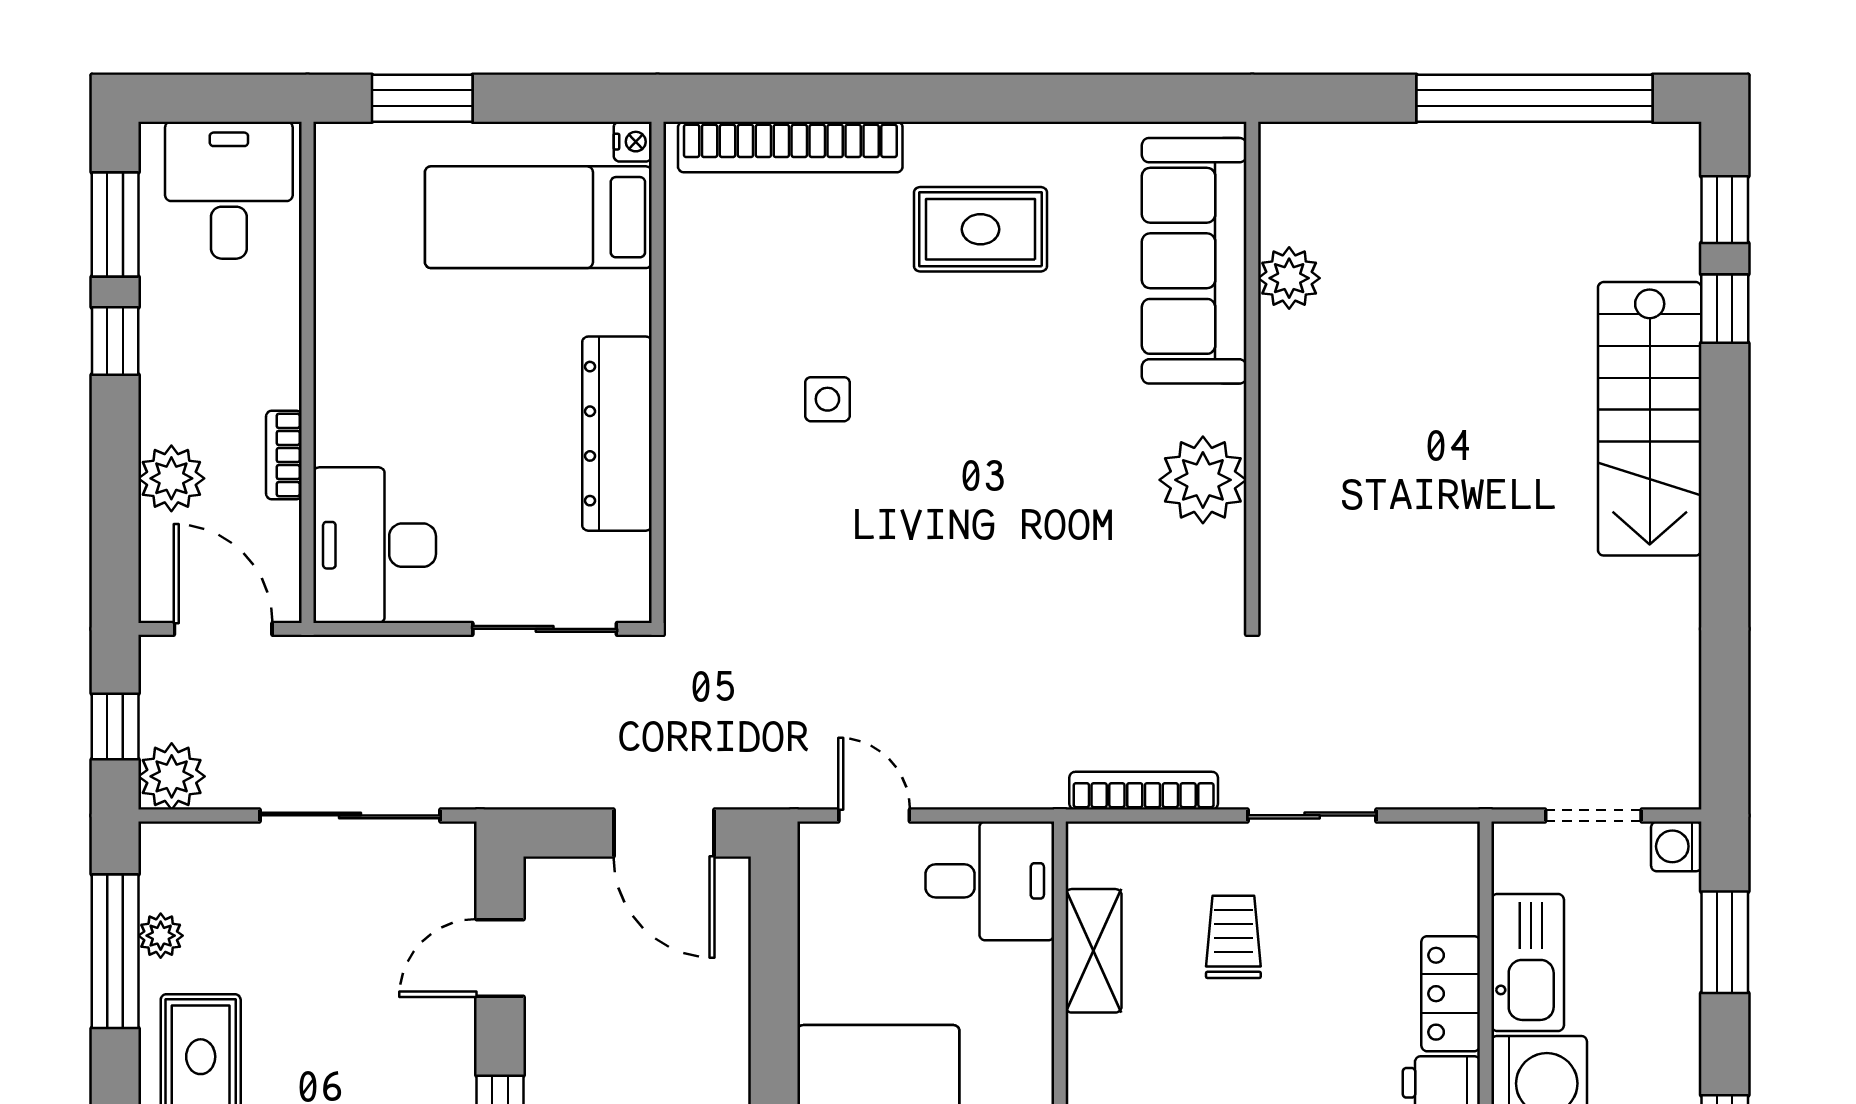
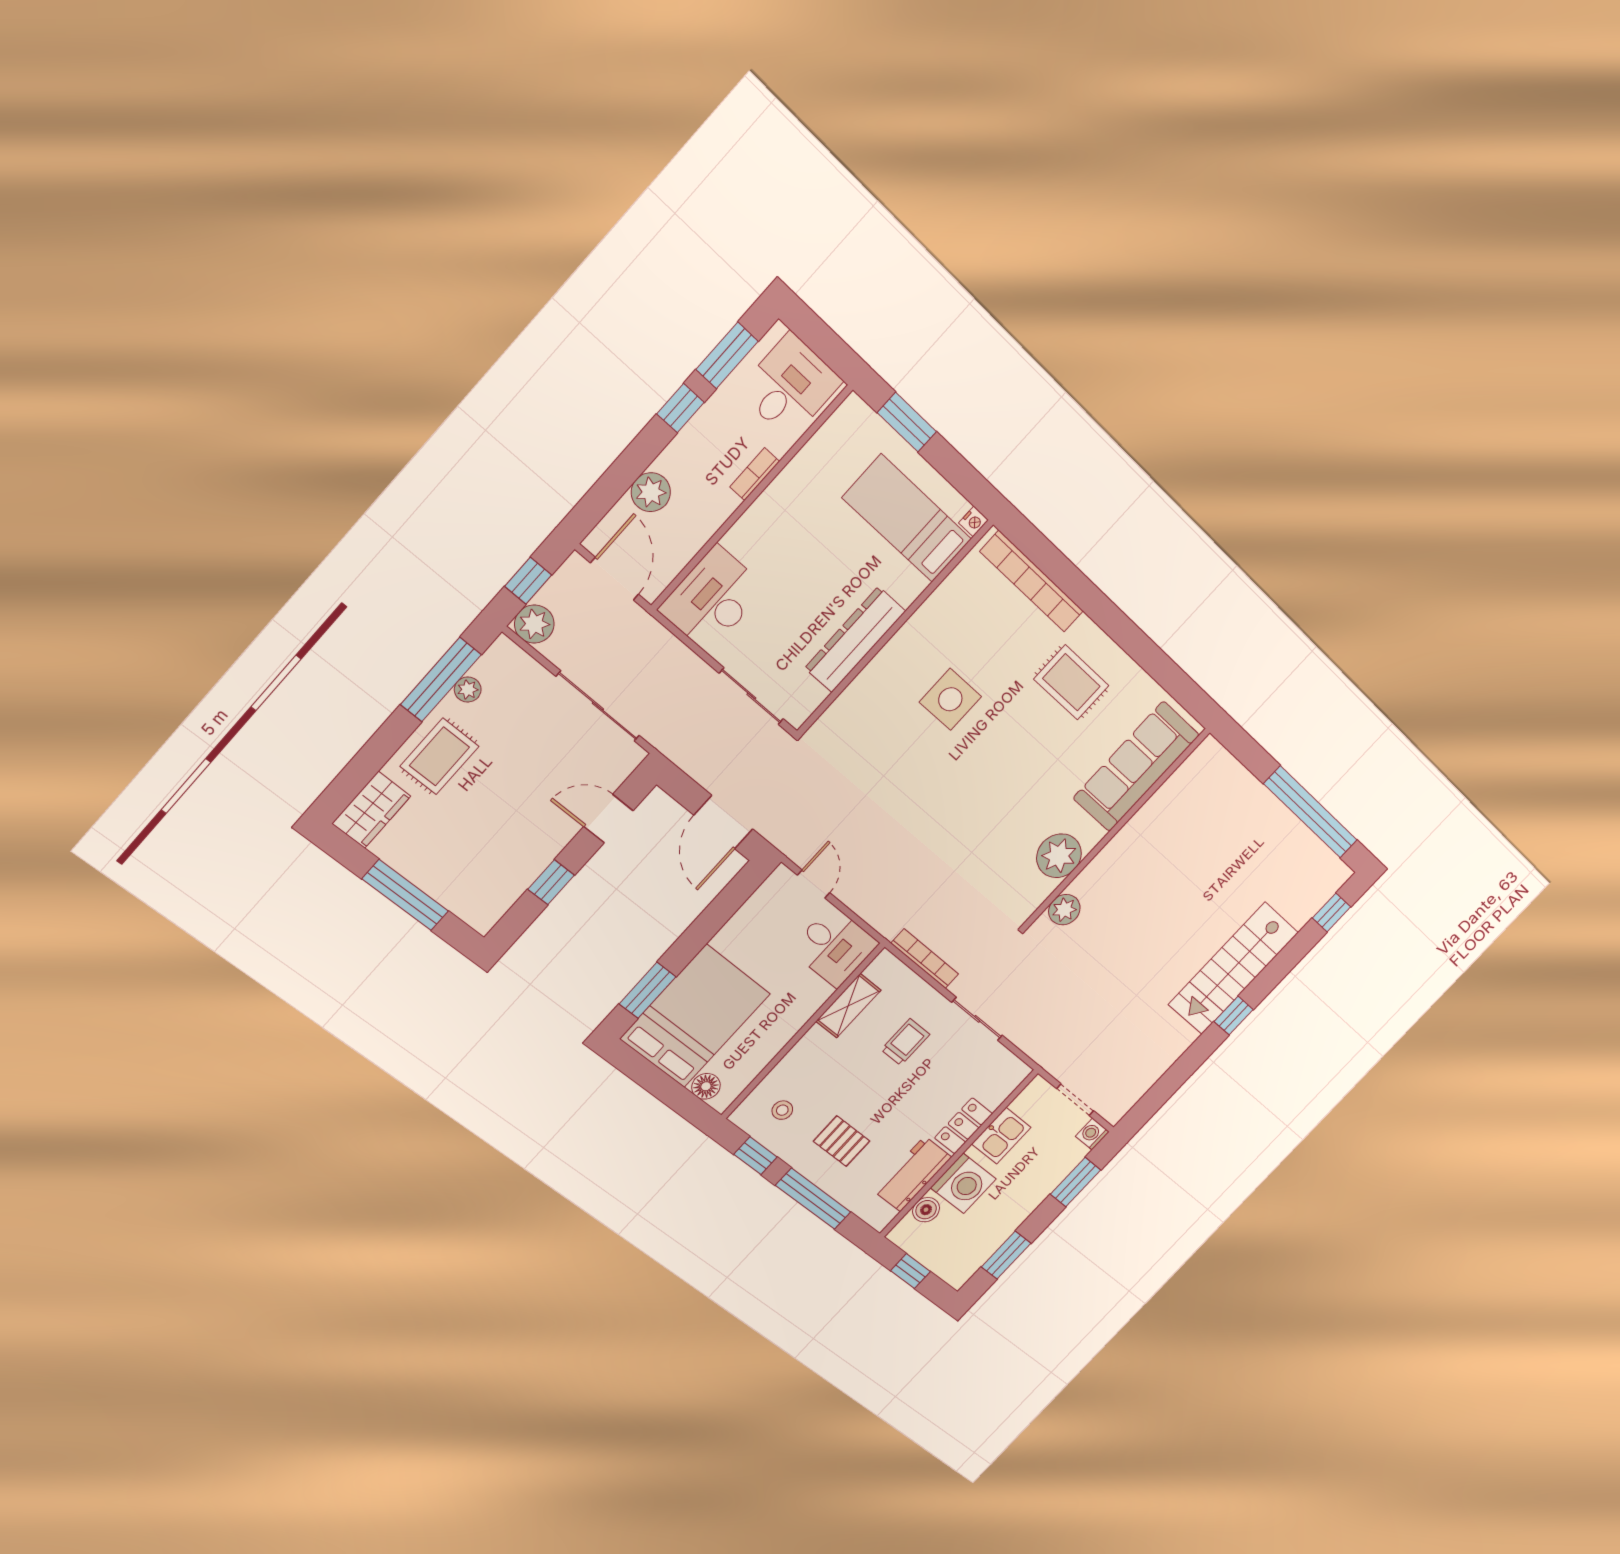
plant: (1289, 278) -> (1064, 910), moved
window: (1725, 309) -> (1234, 1016), moved
side table: (827, 399) -> (950, 699), width x1.87, depth x1.87
bookcase: (284, 455) -> (755, 474), moved
kitchen sink: (1528, 962) -> (1001, 1136), width x0.73

